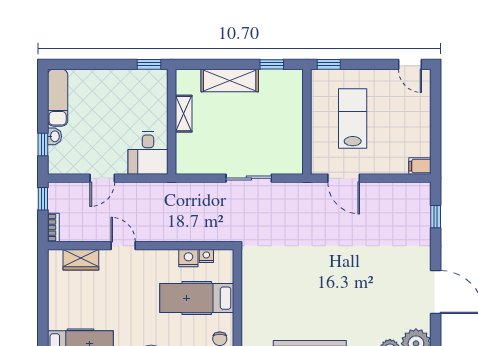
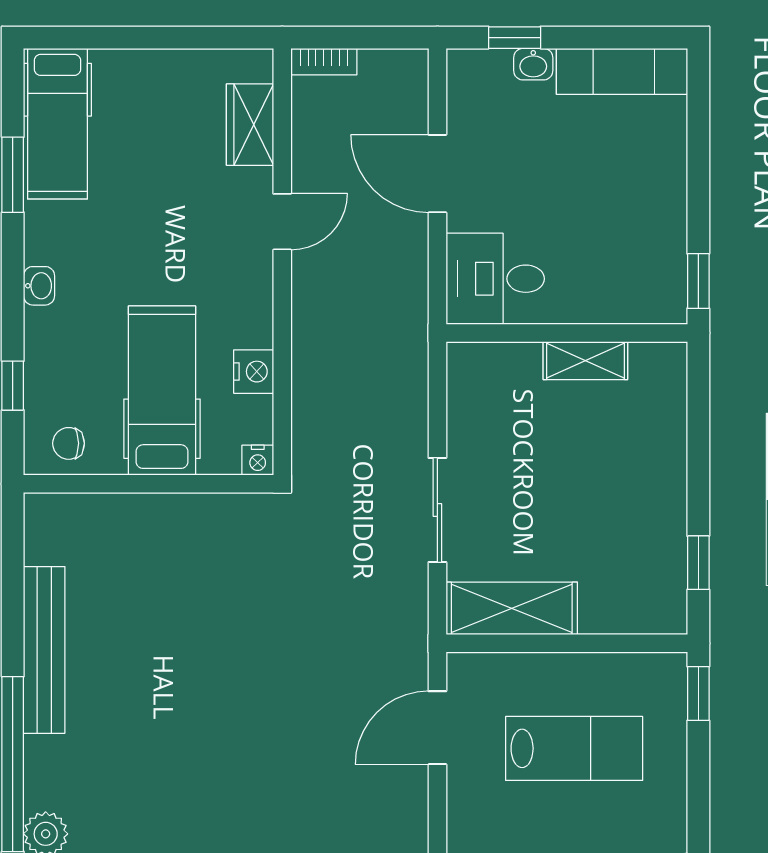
shelving: (230, 81) -> (512, 608), moved, turned 90
door: (102, 178) -> (437, 174), width x1.38
window: (43, 199) -> (390, 38), removed
nightstand: (206, 256) -> (258, 460), moved, turned 90

